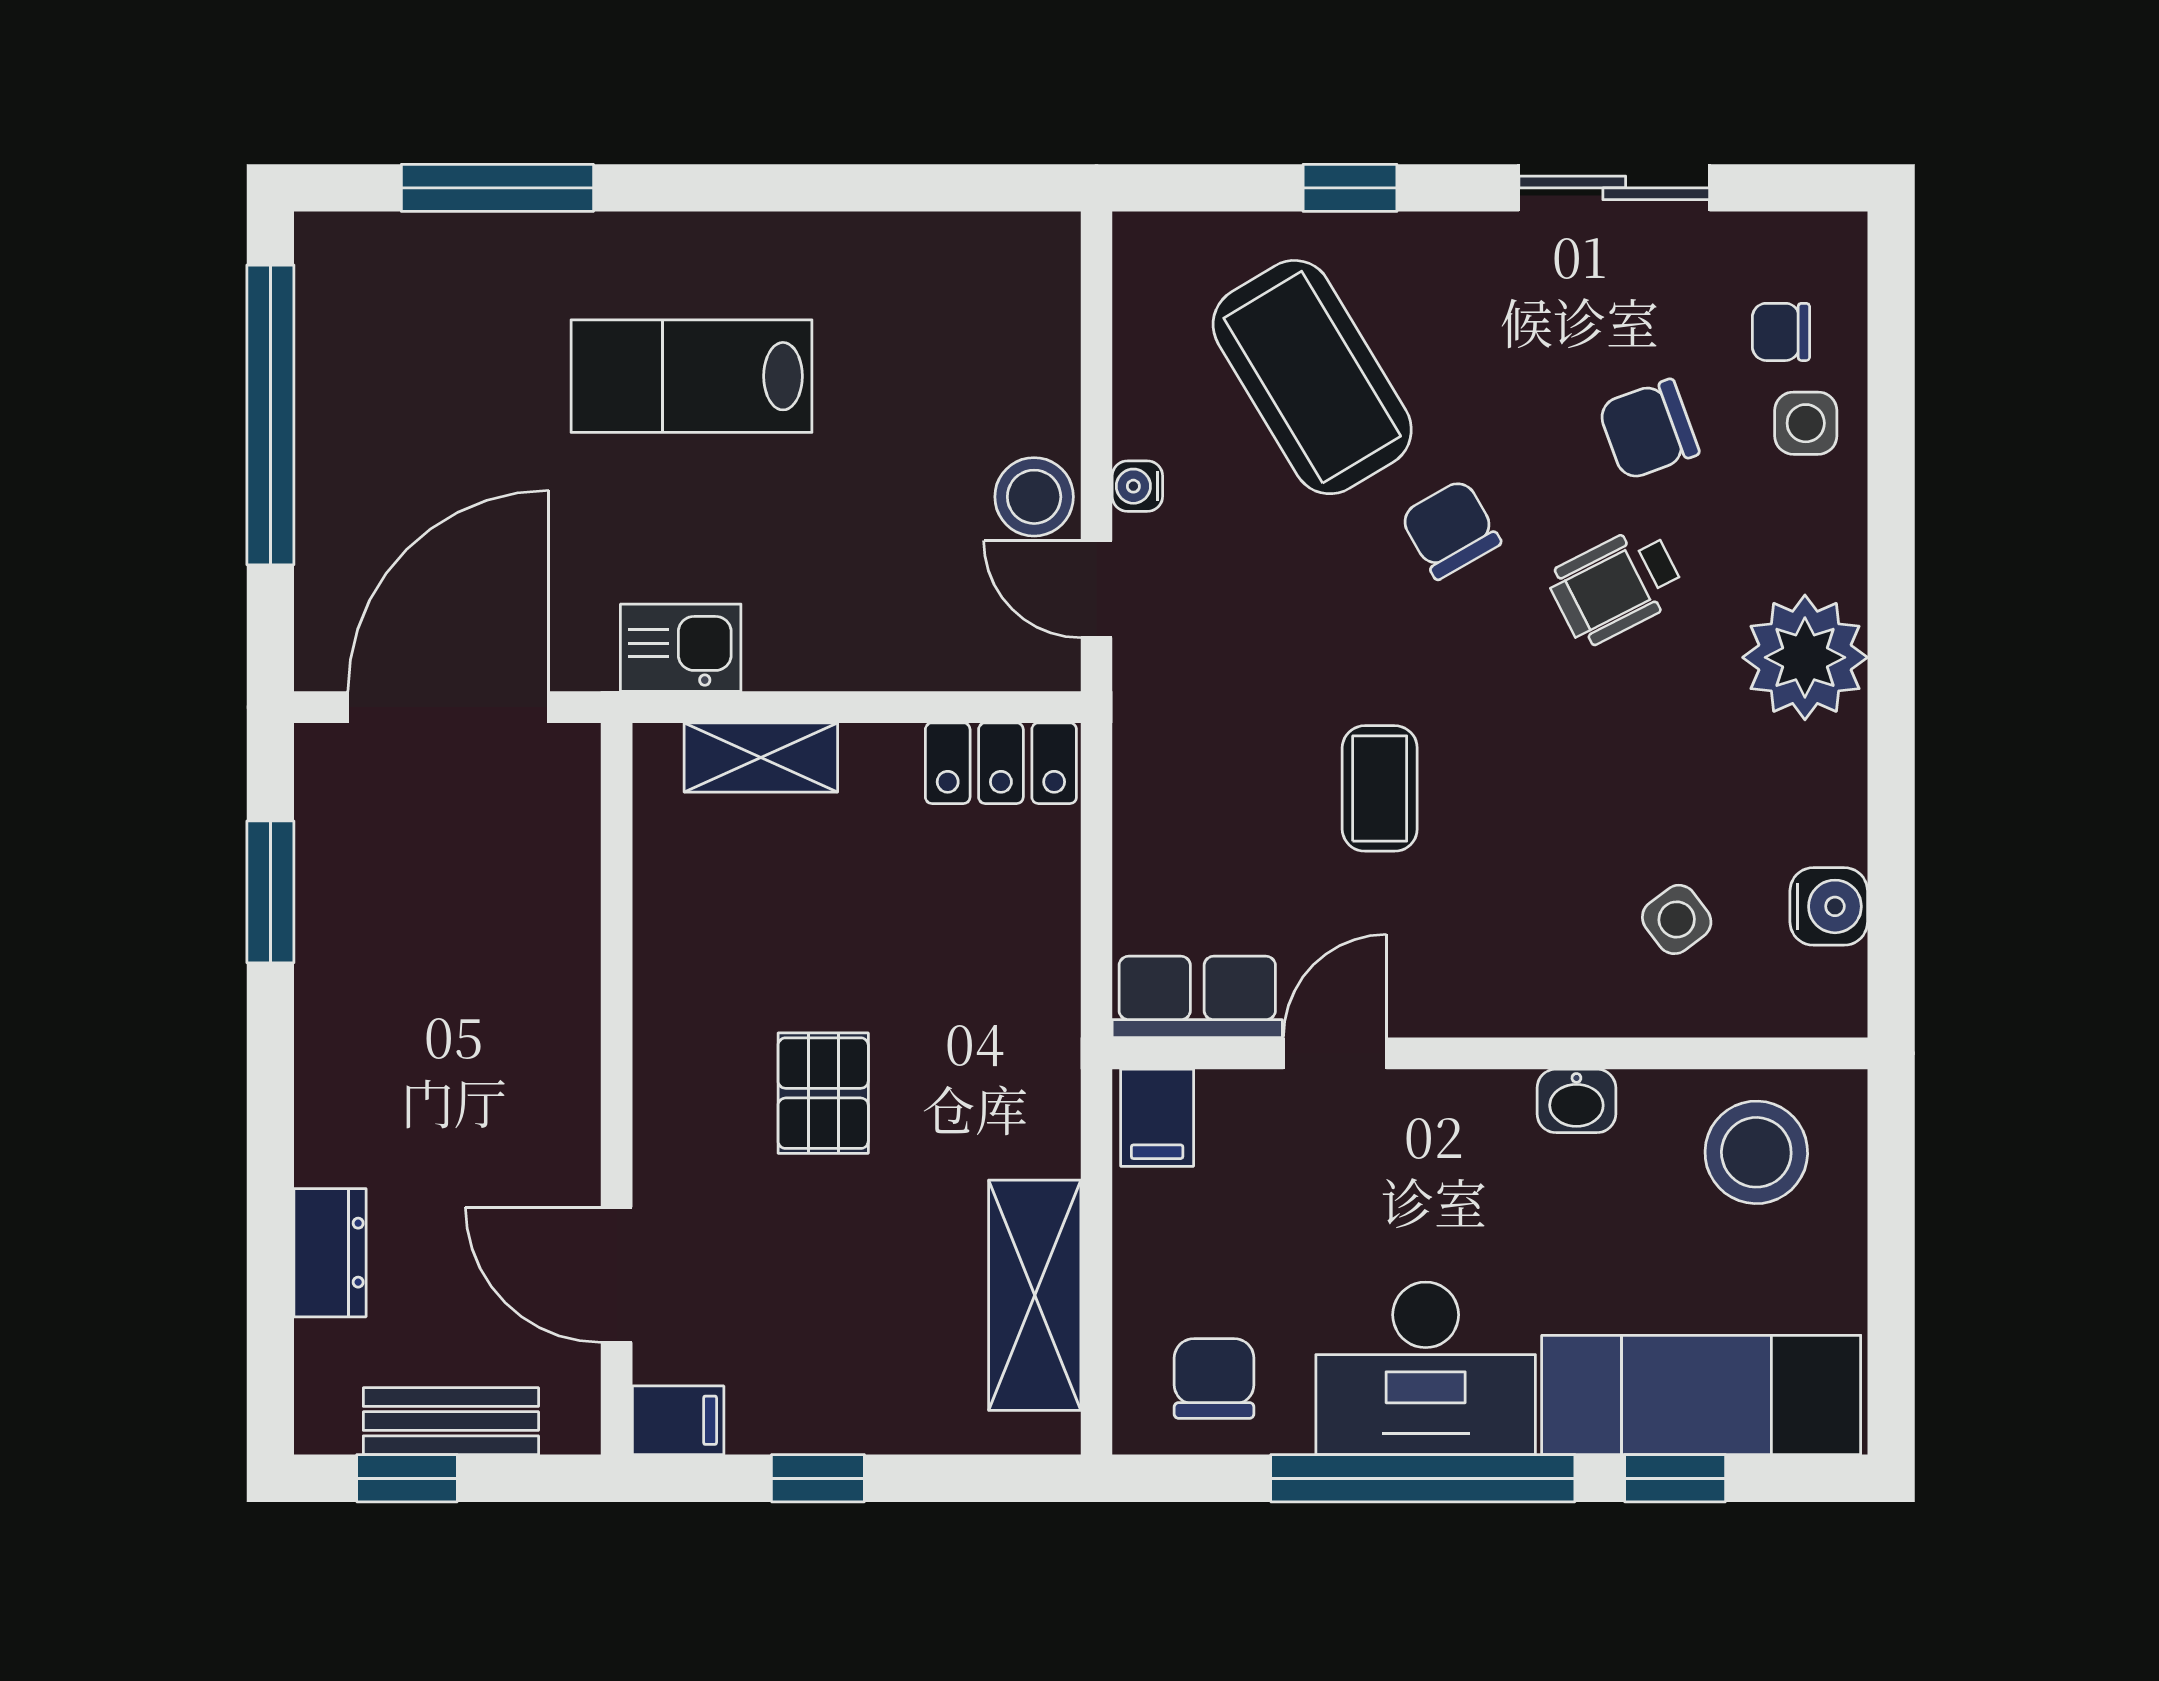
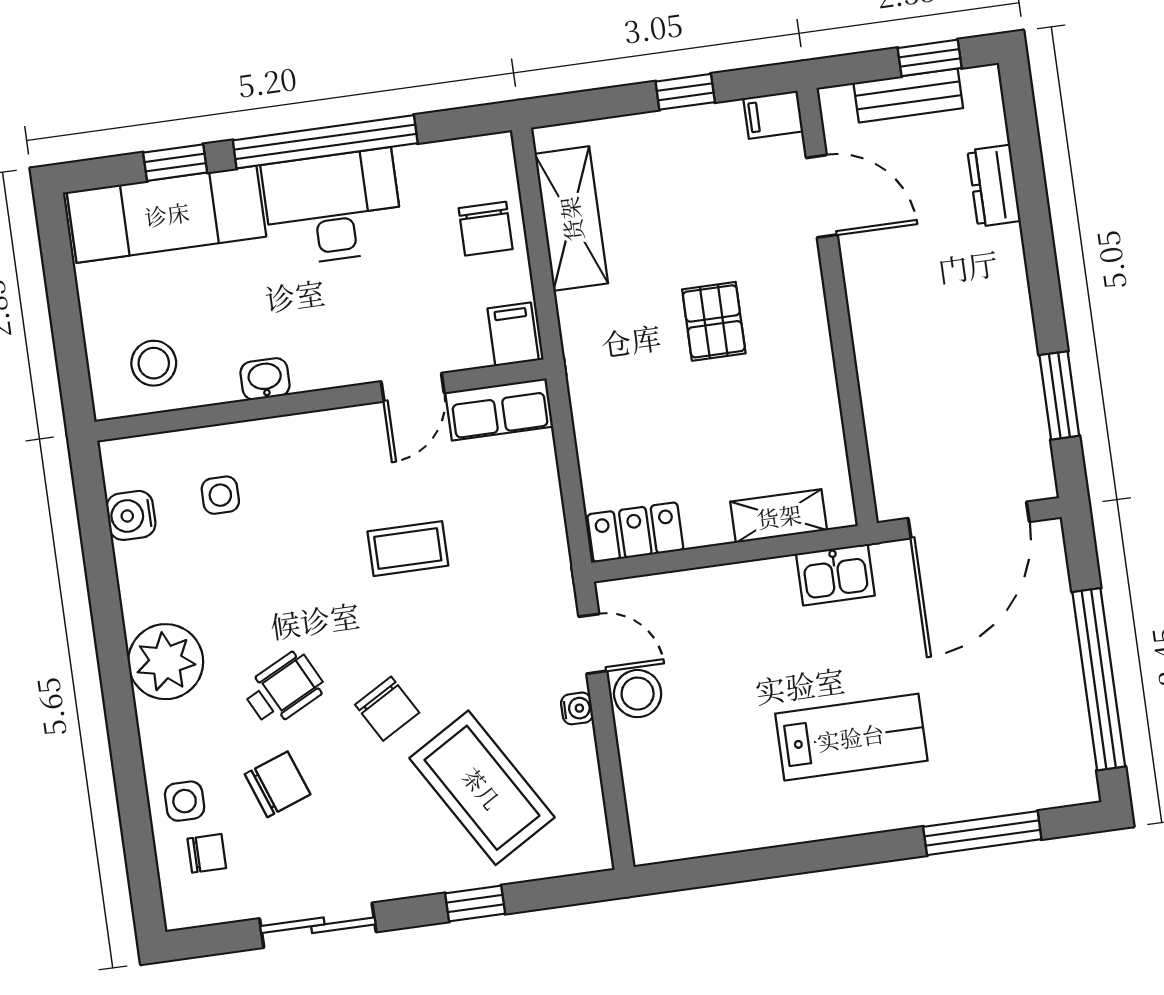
coffee table: (1380, 788) -> (408, 549), turned 90
side table: (1677, 919) -> (220, 495), turned 37
stool: (1756, 1152) -> (154, 363), width x0.73, depth x0.73
chair: (1214, 1379) -> (486, 229), moved

